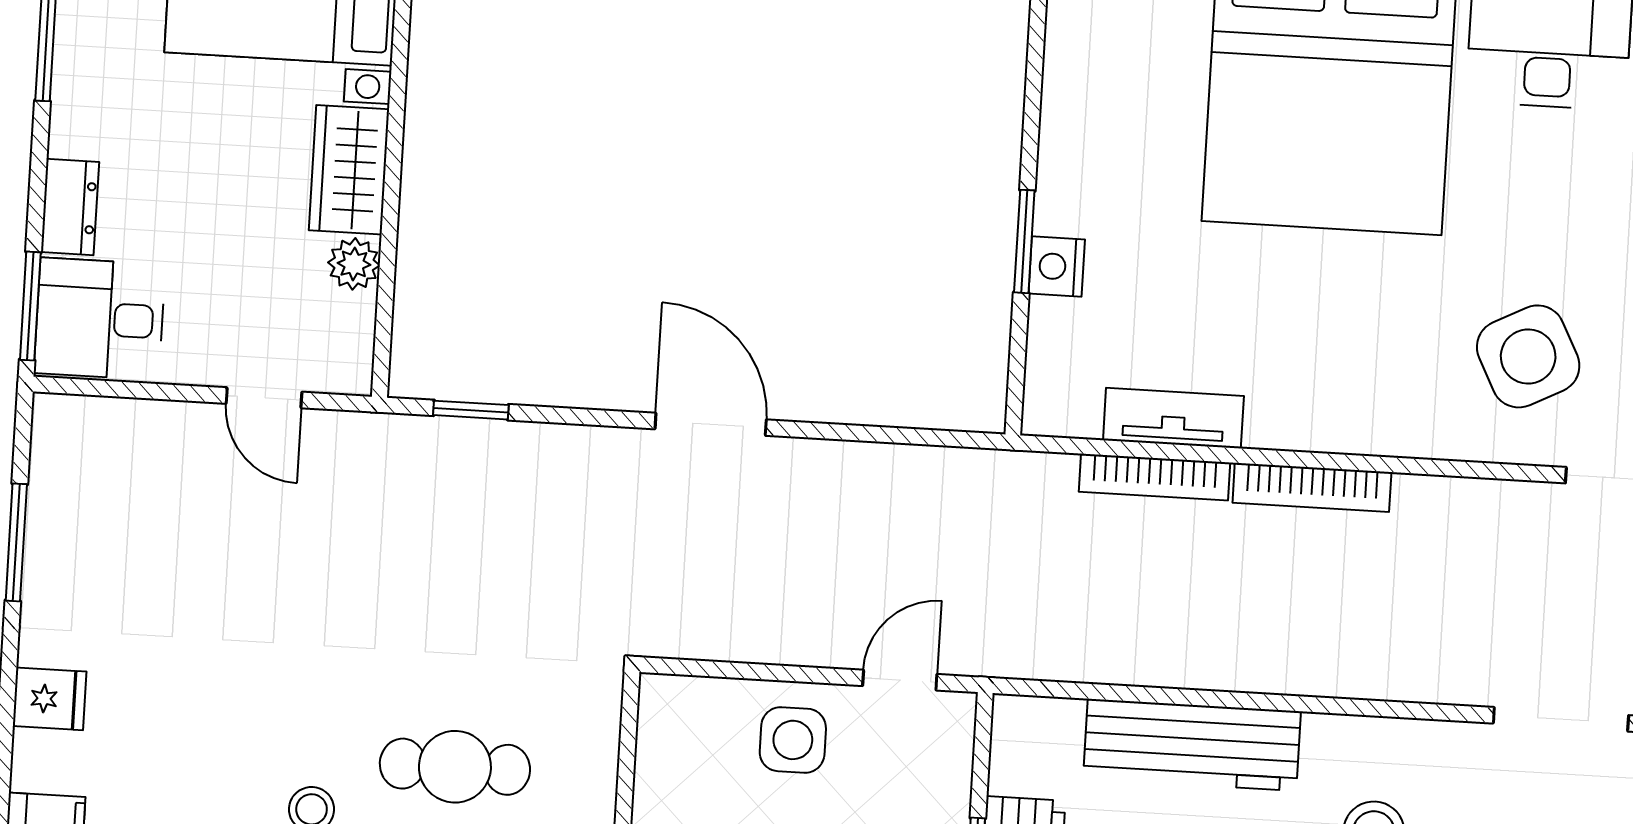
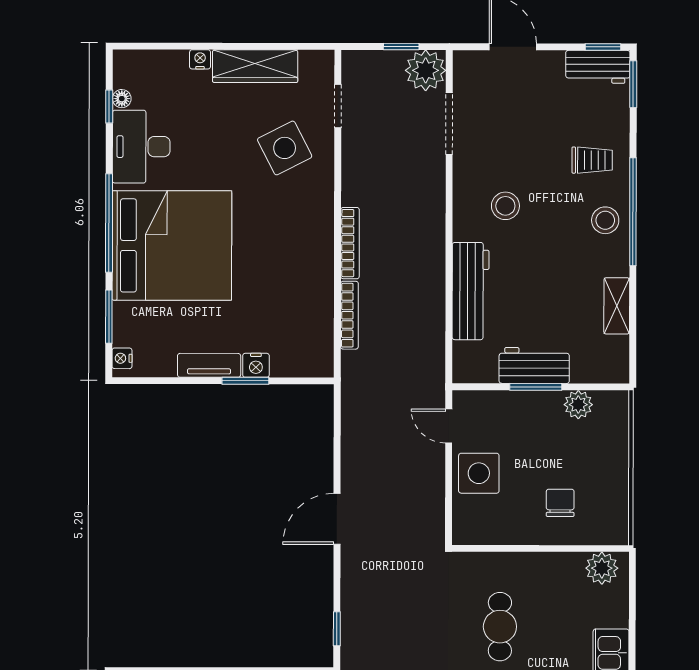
tv unit: (1173, 418) -> (209, 365), moved, turned 90
side table: (793, 740) -> (479, 473), width x1.37, depth x1.37

